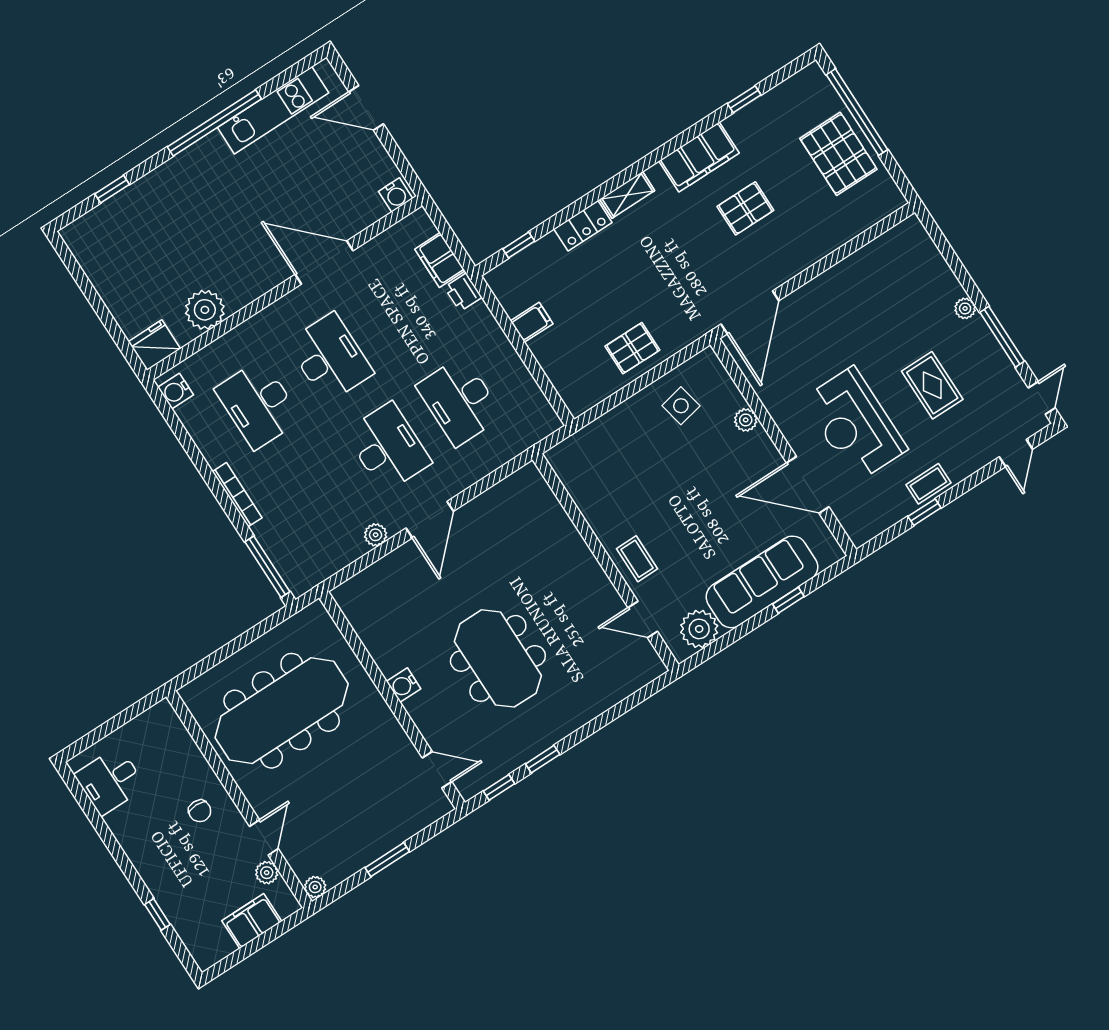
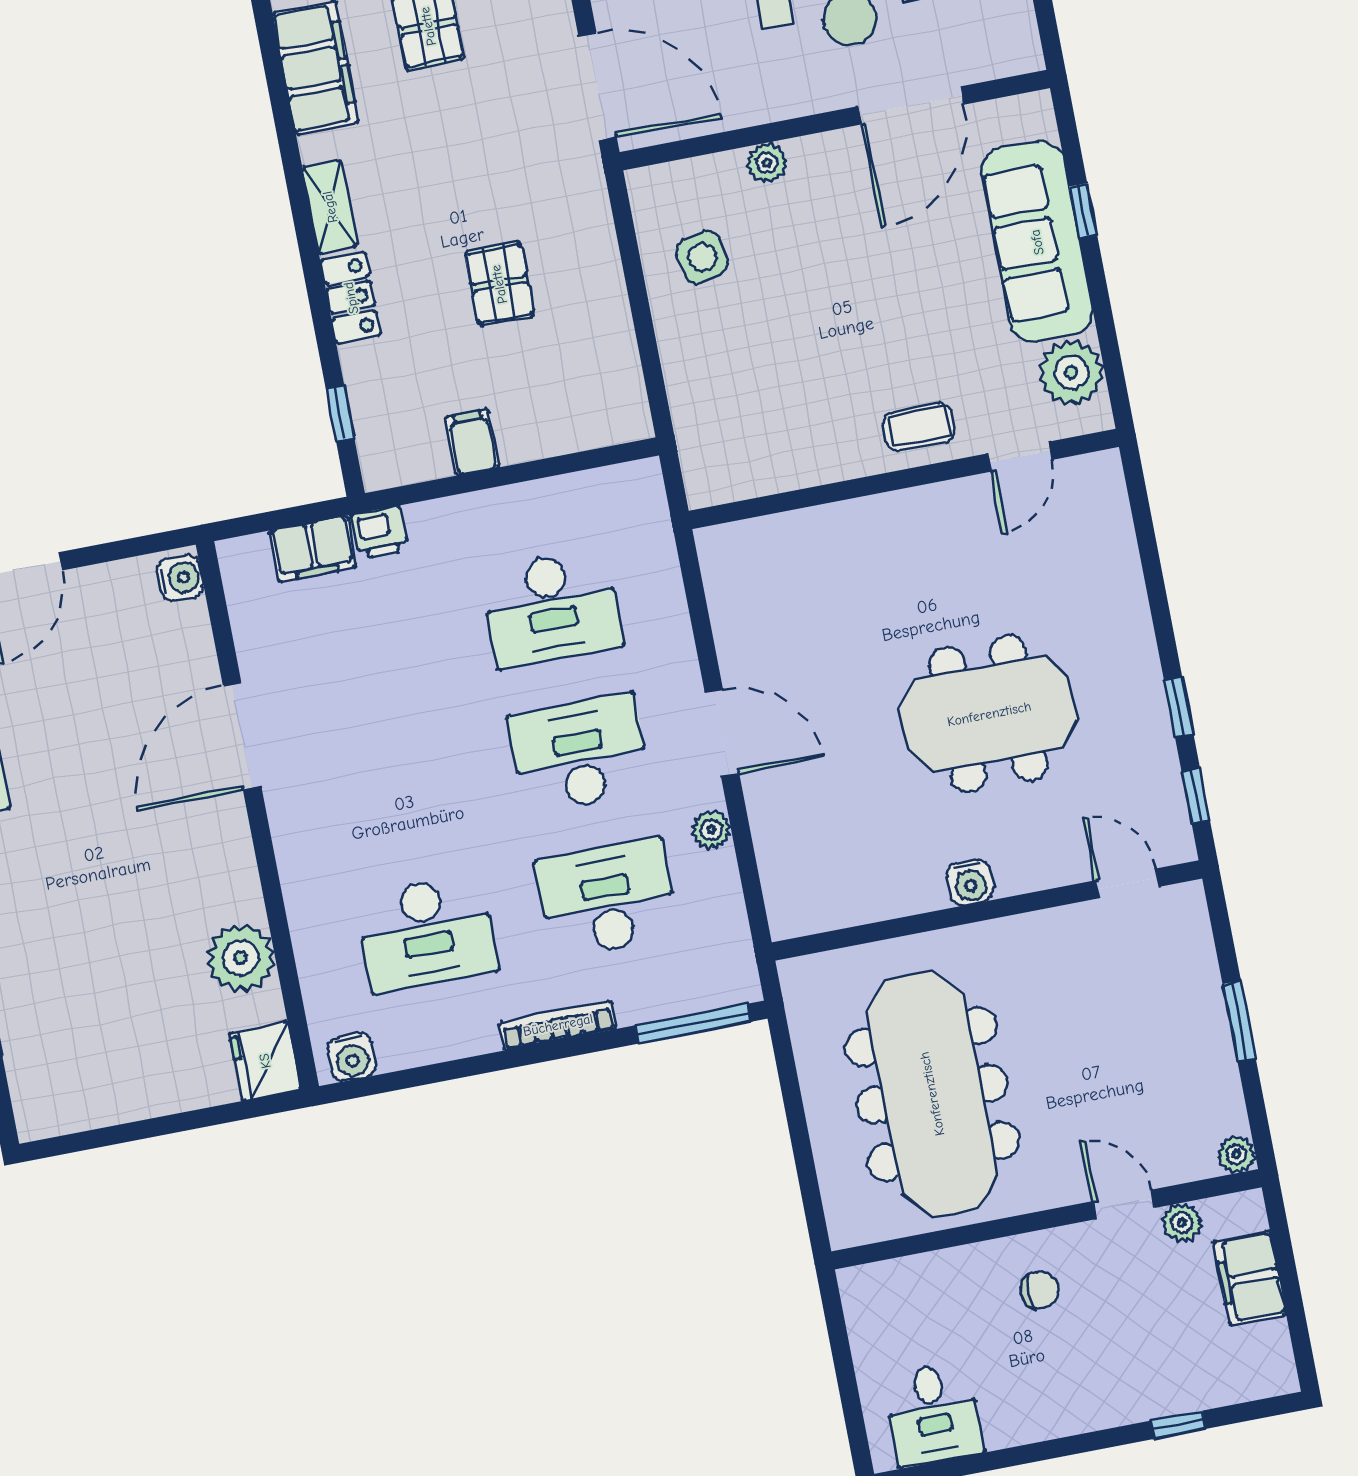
pallet: (632, 348) -> (499, 284), moved
desk: (330, 358) -> (607, 898), moved
door: (437, 770) -> (1127, 883), hinge flipped

